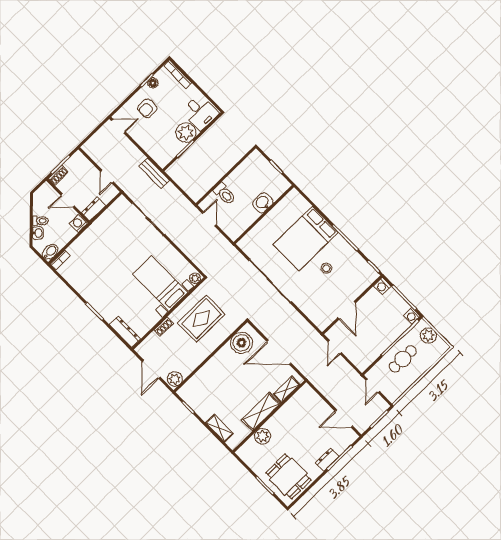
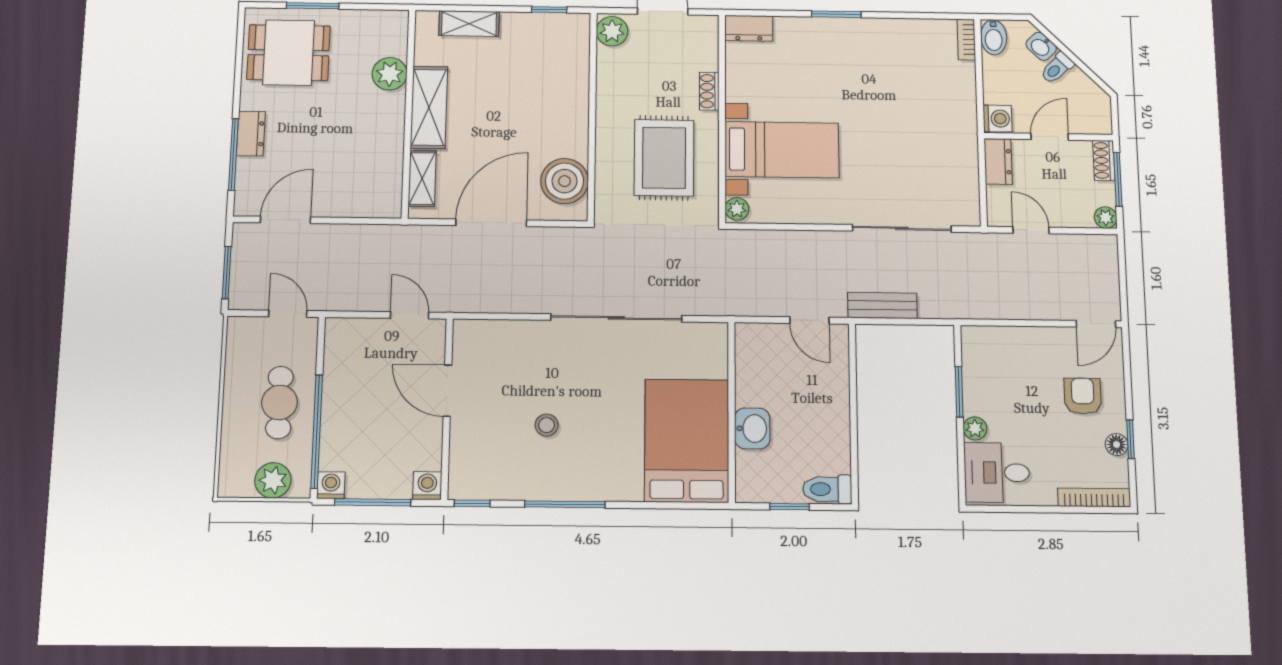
plant: (186, 133) -> (975, 428), width x0.53, depth x0.53
plant: (78, 156) -> (1106, 217), added
bench: (154, 173) -> (882, 305), moved
toilet: (225, 194) -> (827, 489), moved
bed: (306, 238) -> (687, 441), moved
dresser: (125, 332) -> (749, 28), width x0.70

